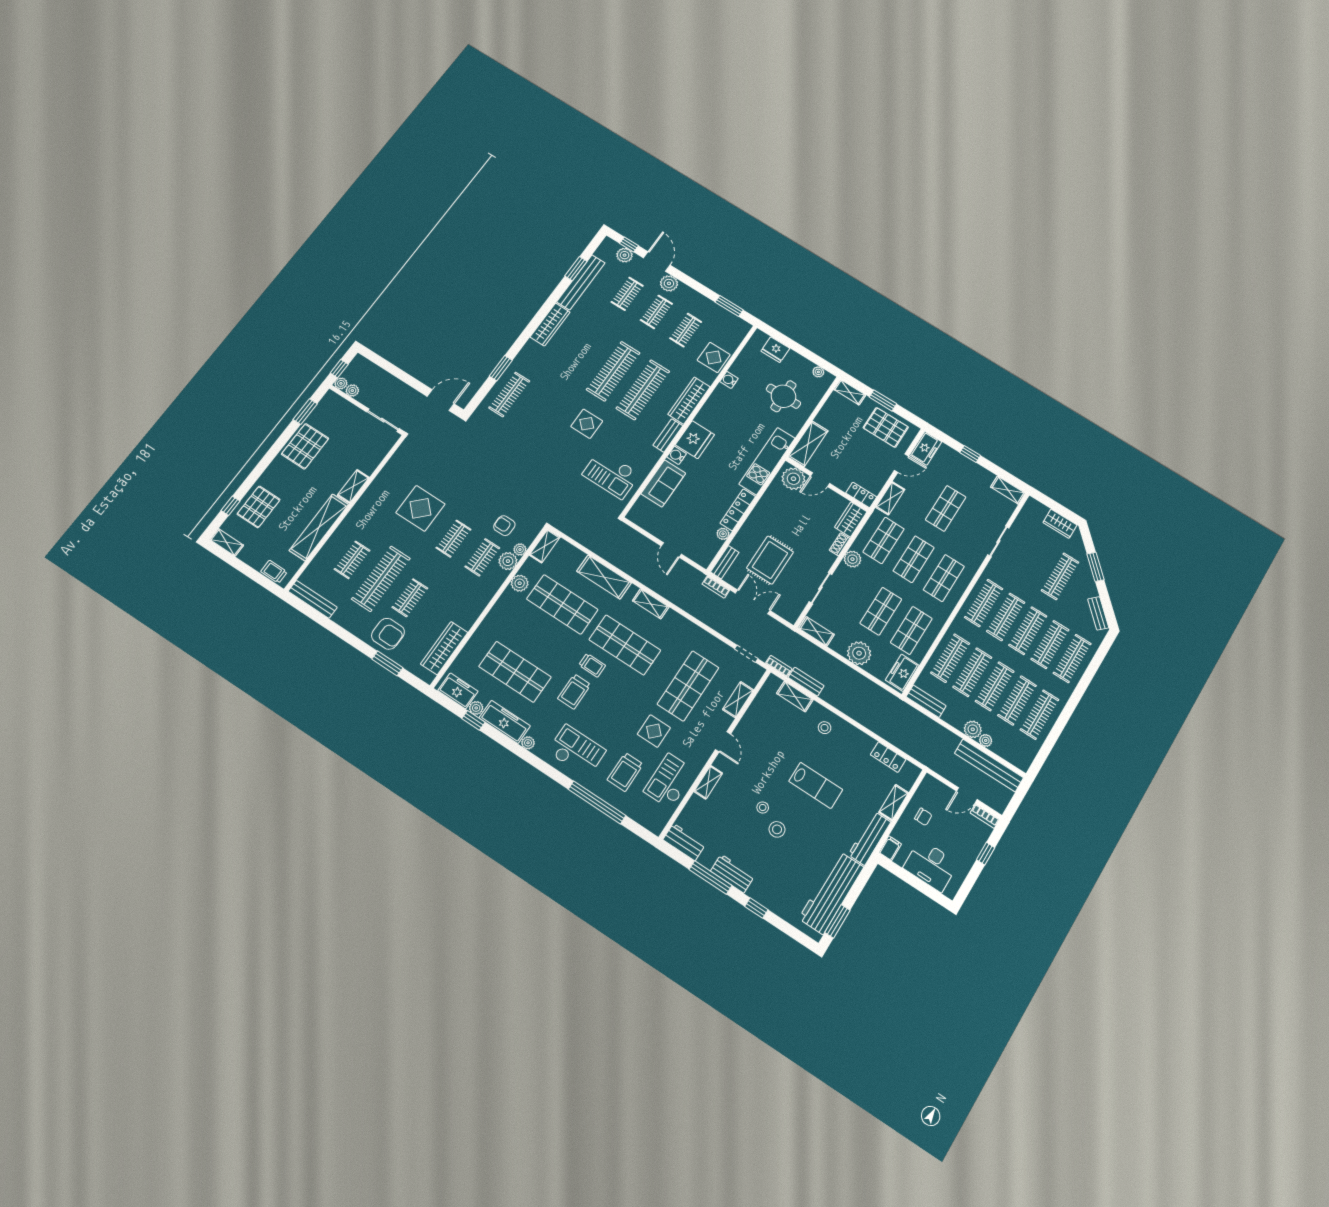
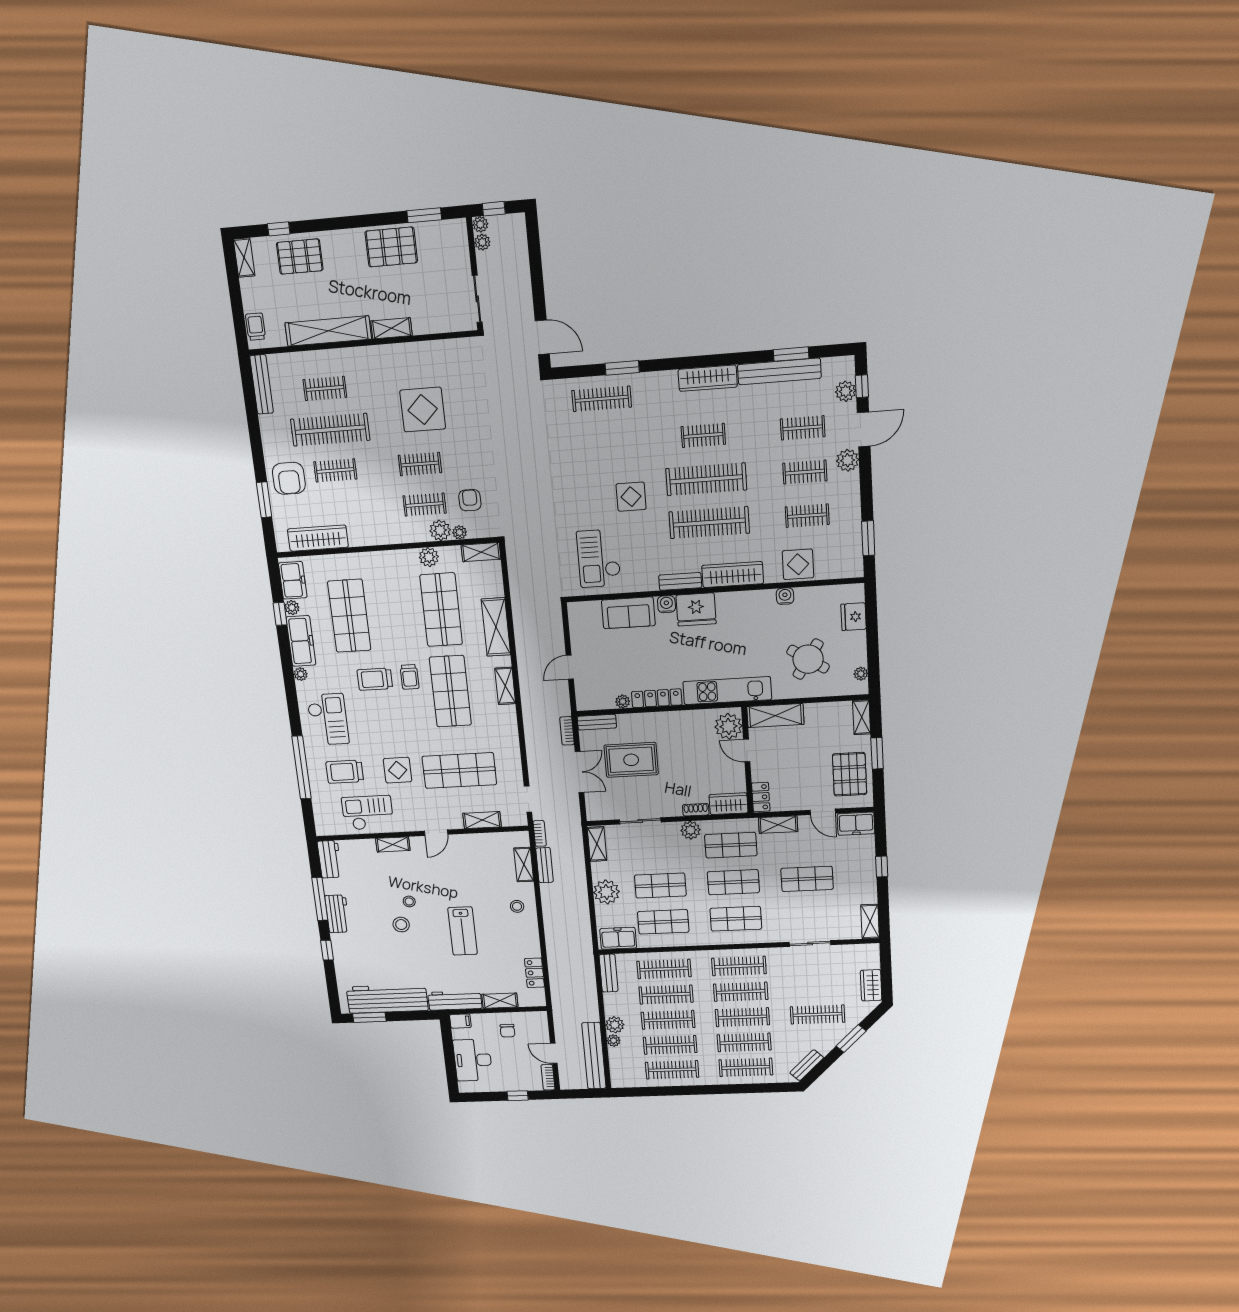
clothes rail: (584, 353) -> (703, 435), added
round table: (783, 396) -> (808, 659), turned 33

